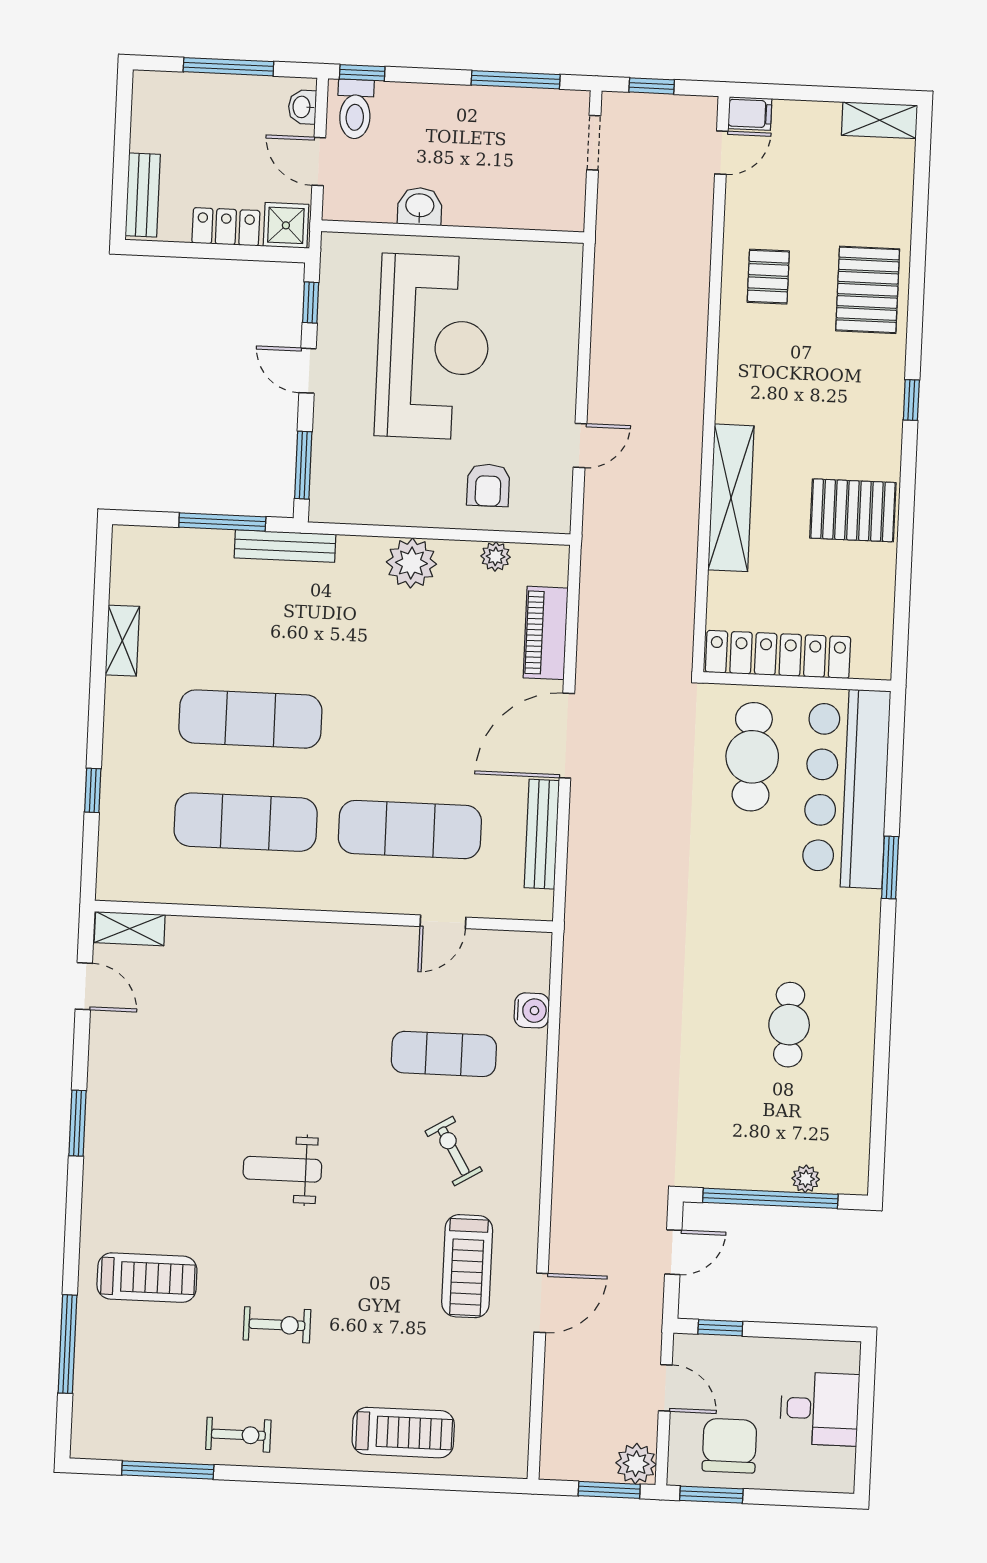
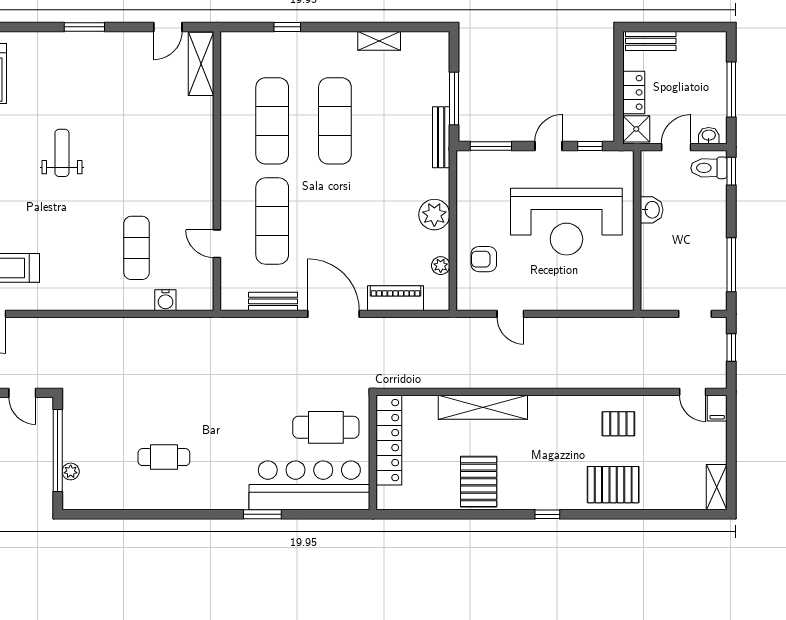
bench: (542, 834) -> (273, 301), width x0.73
shelving: (130, 929) -> (201, 64), width x1.50, depth x1.33
exercise bike: (454, 1151) -> (78, 257), removed

